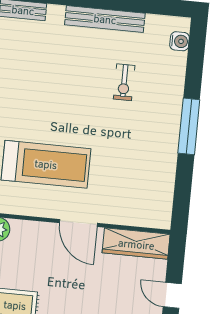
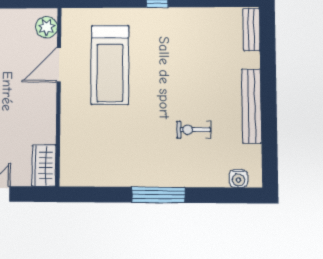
door: (78, 223) -> (59, 65), moved
wardrobe: (136, 244) -> (44, 166), width x0.67

